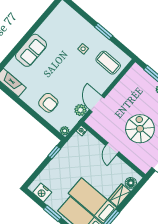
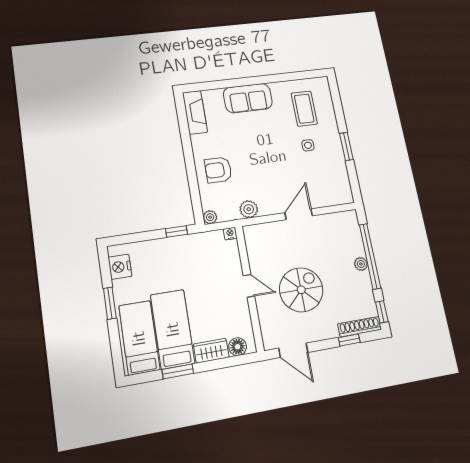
coffee table: (108, 63) -> (304, 109), moved
armchair: (48, 103) -> (218, 170), turned 90
door: (97, 104) -> (299, 214), moved
door: (112, 149) -> (249, 286), swing flipped

